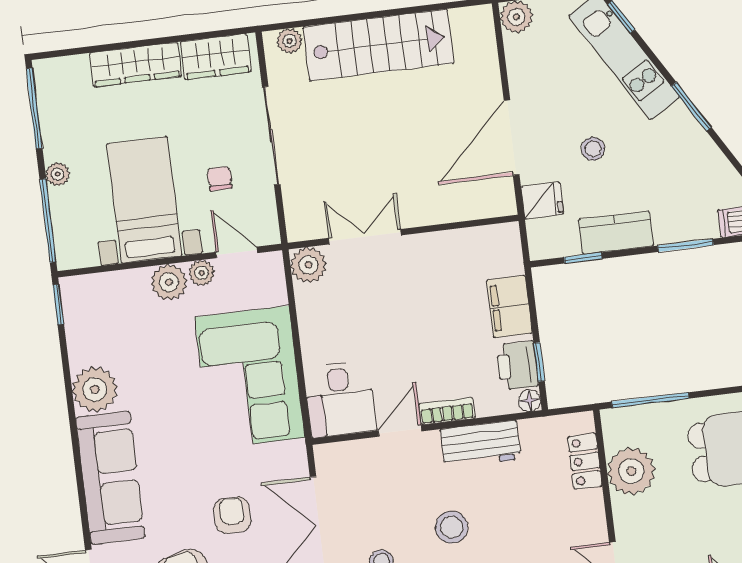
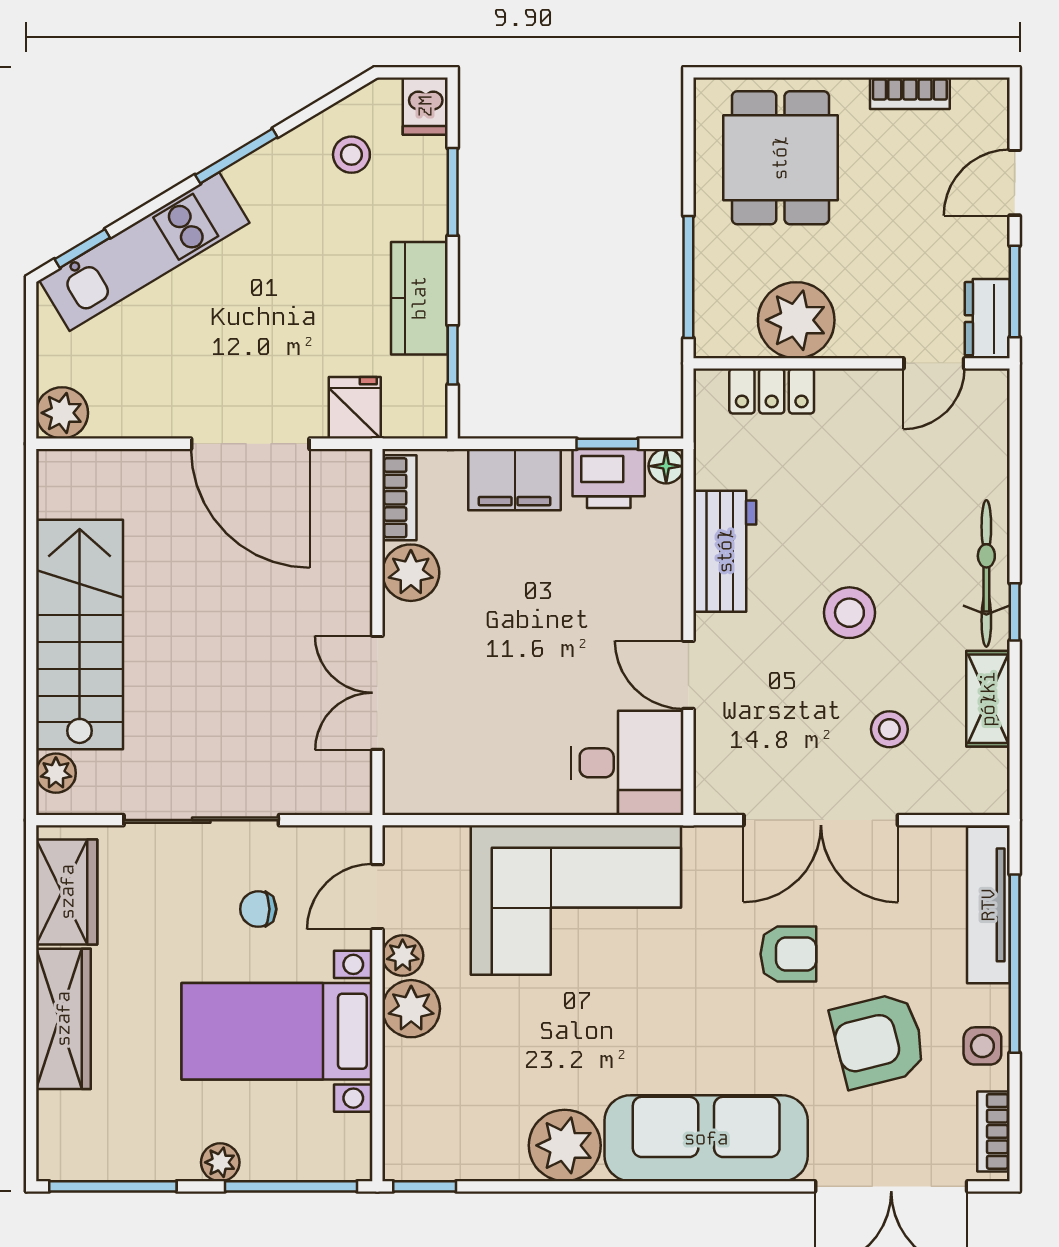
stool: (593, 149) -> (351, 155), moved
plant: (308, 265) -> (411, 573), moved
bookcase: (447, 411) -> (399, 498), moved, turned 180
armchair: (232, 515) -> (788, 954), turned 180

